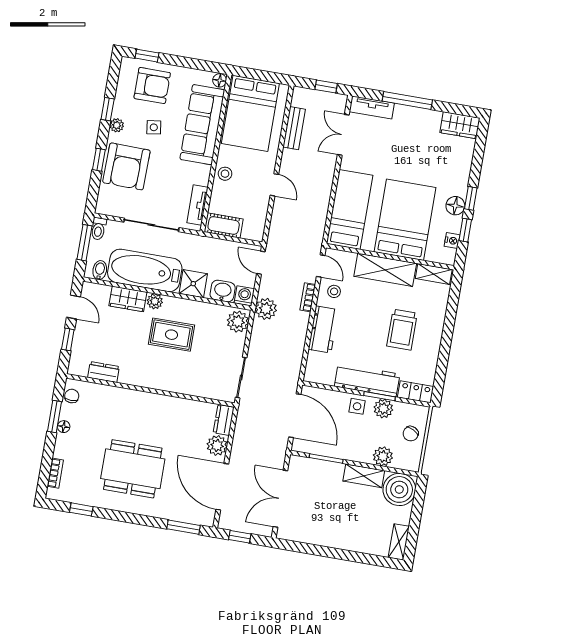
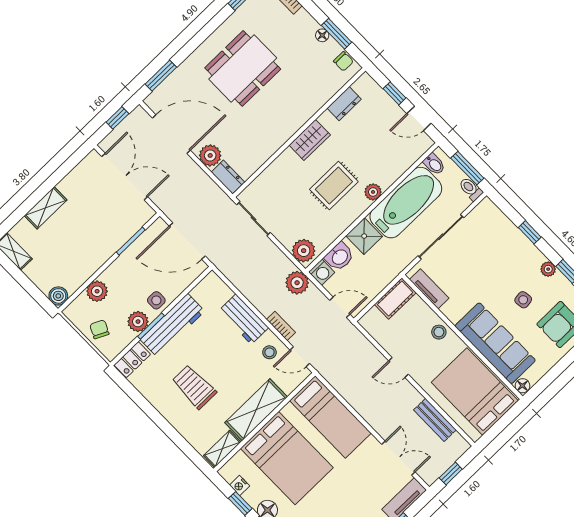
armchair: (126, 166) -> (507, 252), removed
wardrobe: (128, 299) -> (310, 140), moved, turned 180
shelving: (364, 476) -> (46, 208), moved
boiler: (399, 489) -> (58, 296), width x0.54, depth x0.54

